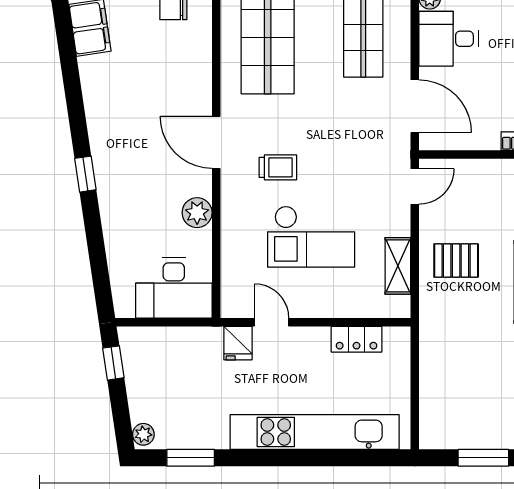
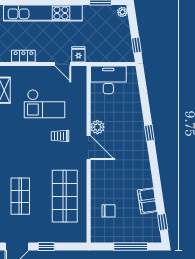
plant: (197, 213) -> (97, 127), moved
checkout: (311, 237) -> (45, 104), turned 180

